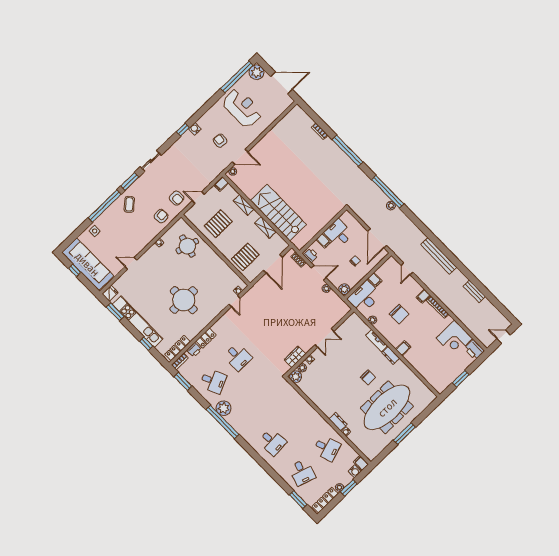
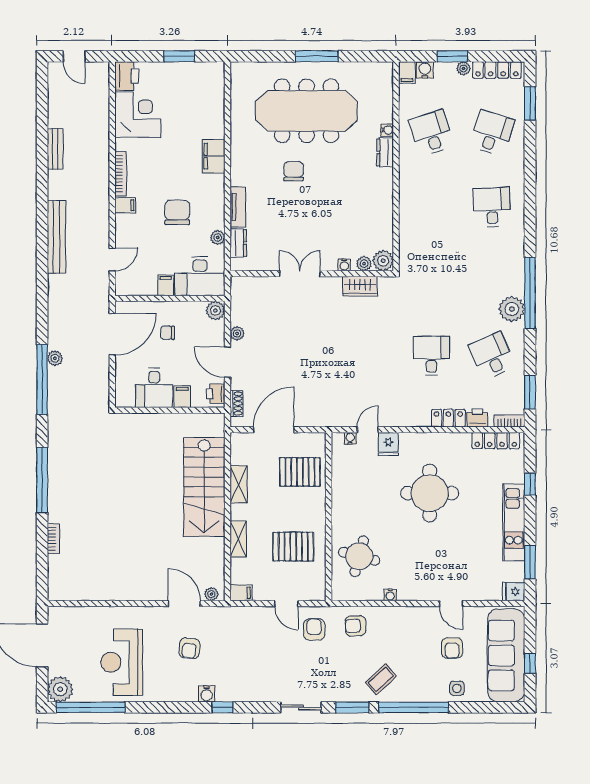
armchair: (113, 246) -> (452, 648), added
fridge: (220, 304) -> (388, 444), added
kitchen unit: (138, 322) -> (514, 522), width x0.73
filing cabinet: (403, 348) -> (214, 156), width x2.00
dresser: (391, 355) -> (238, 243), moved

